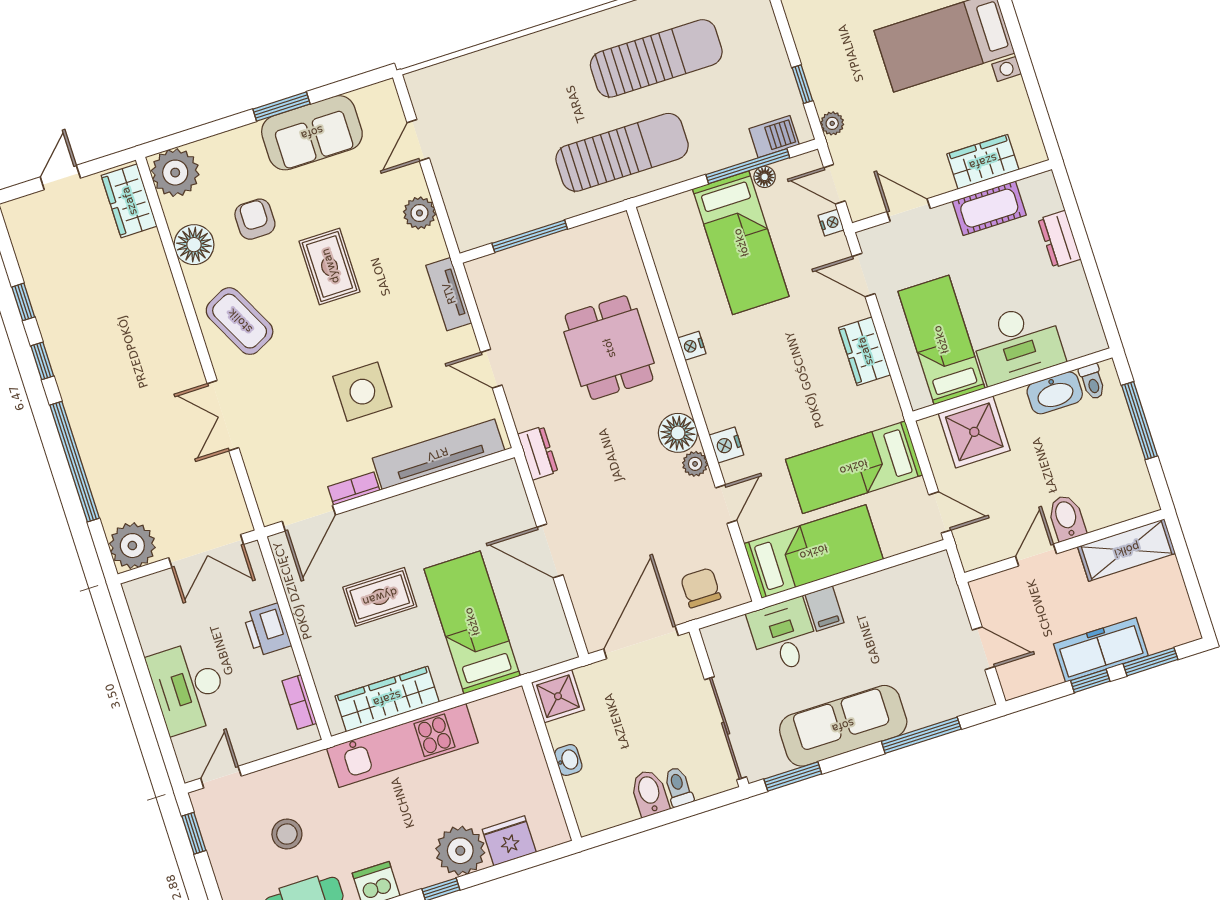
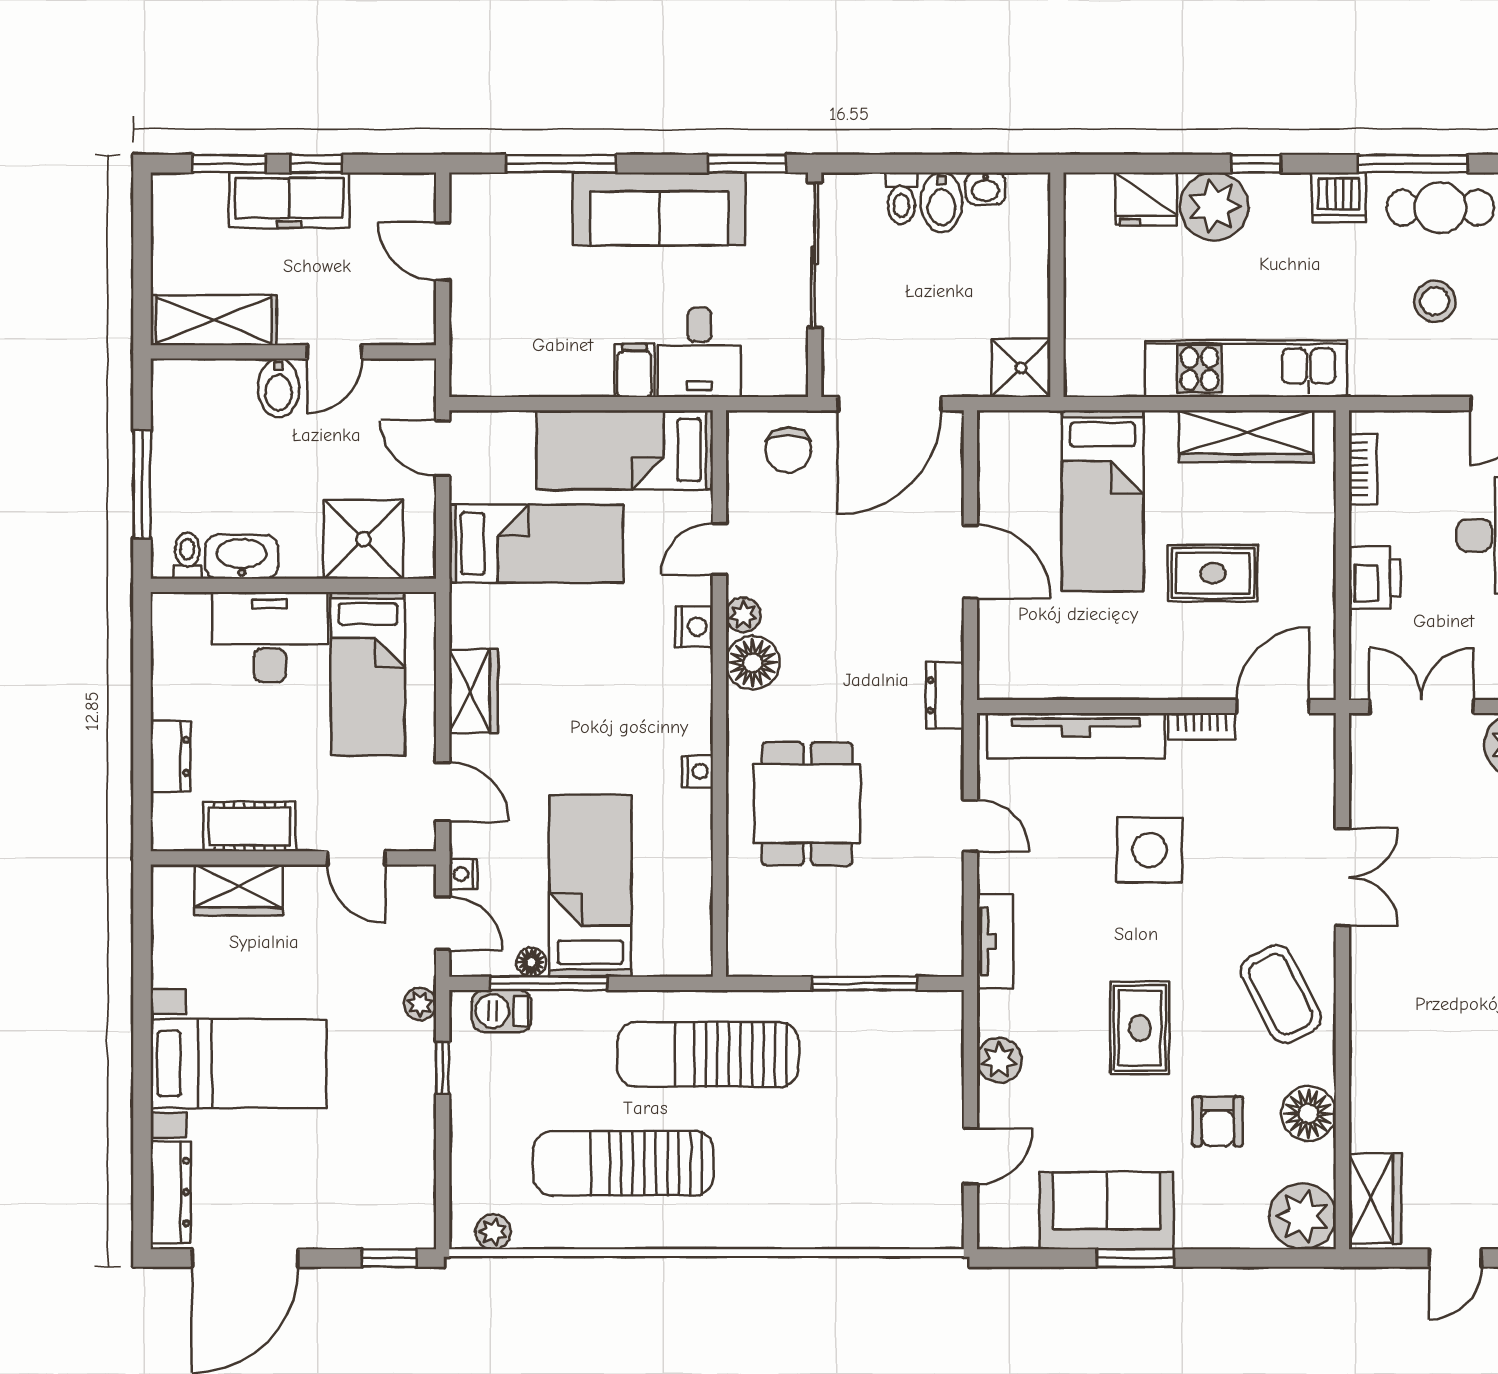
washbasin: (568, 760) -> (986, 188), moved, turned -90

